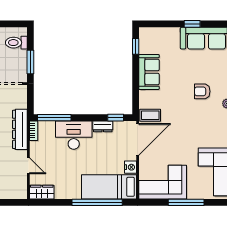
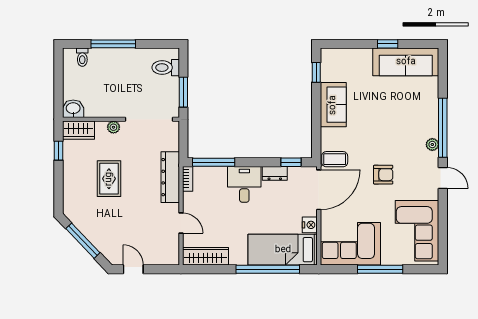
armchair: (202, 91) -> (383, 175), moved, turned 180
desk: (74, 135) -> (244, 184), width x0.73
wardrobe: (42, 192) -> (205, 256), width x1.50

